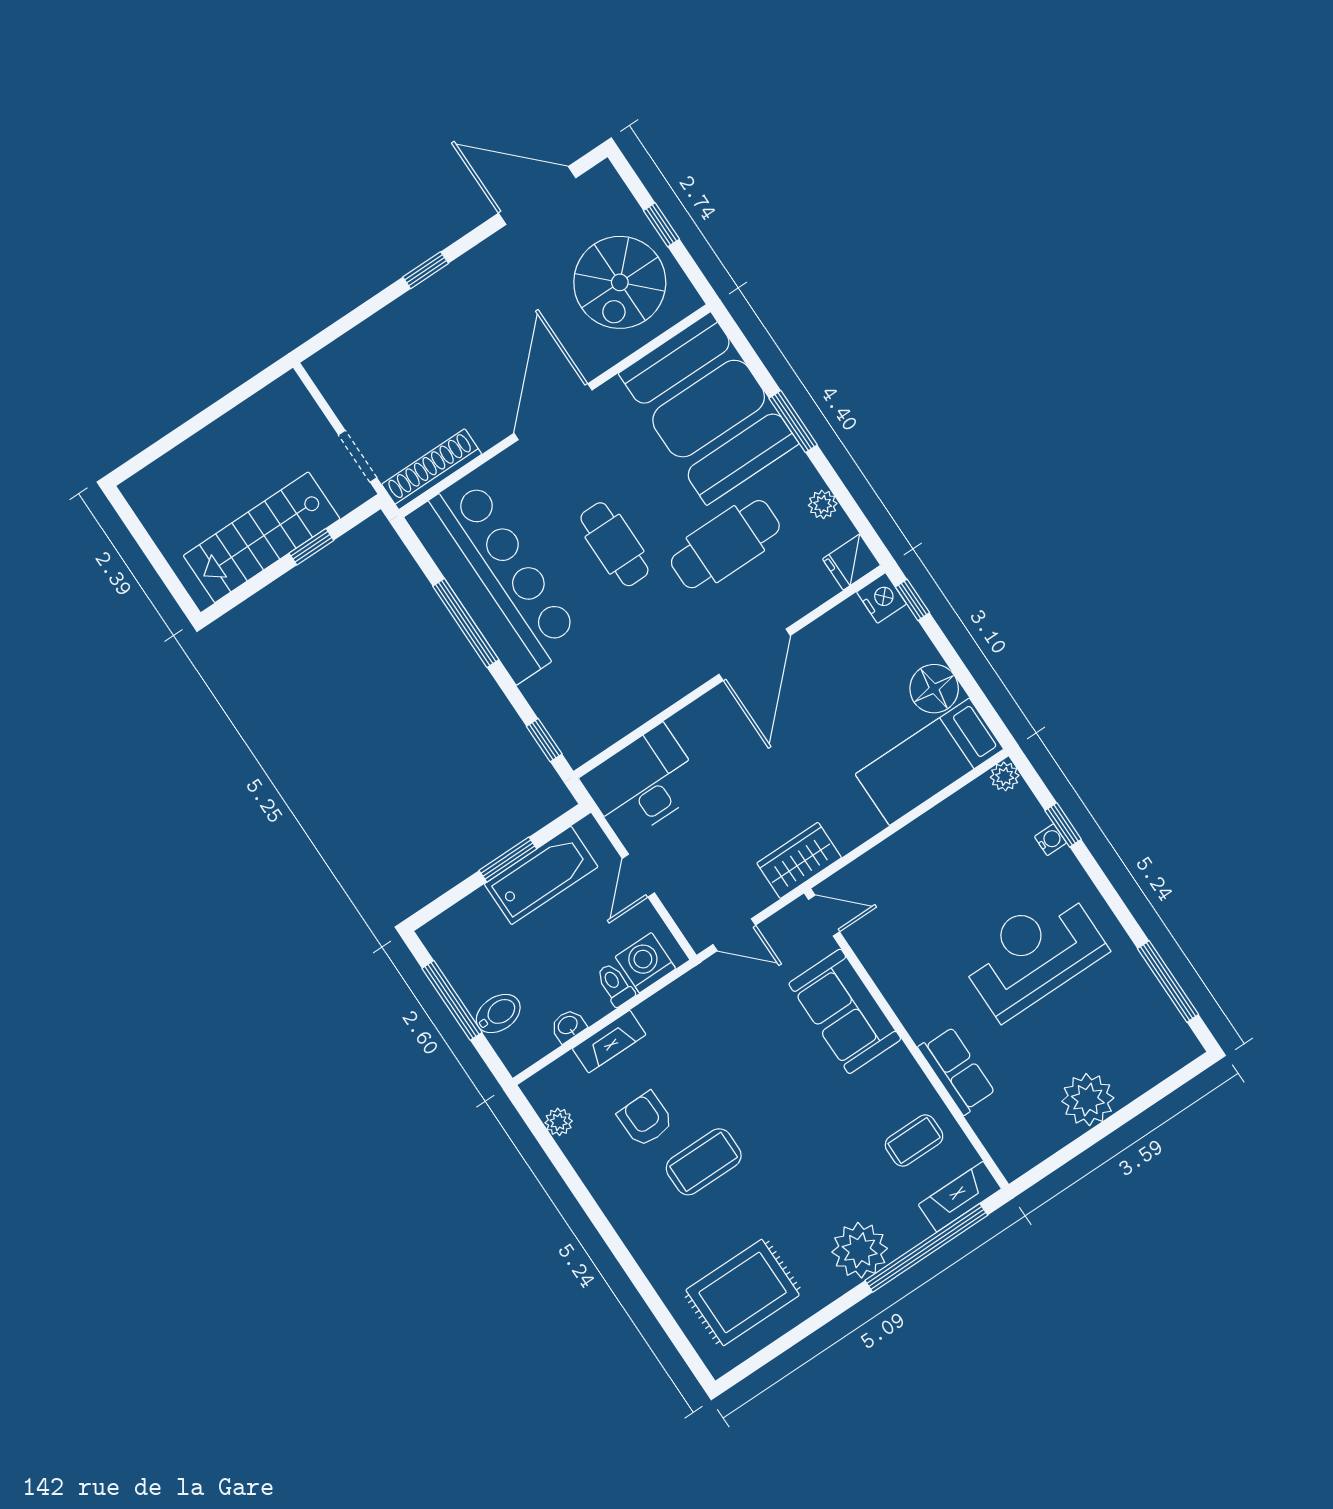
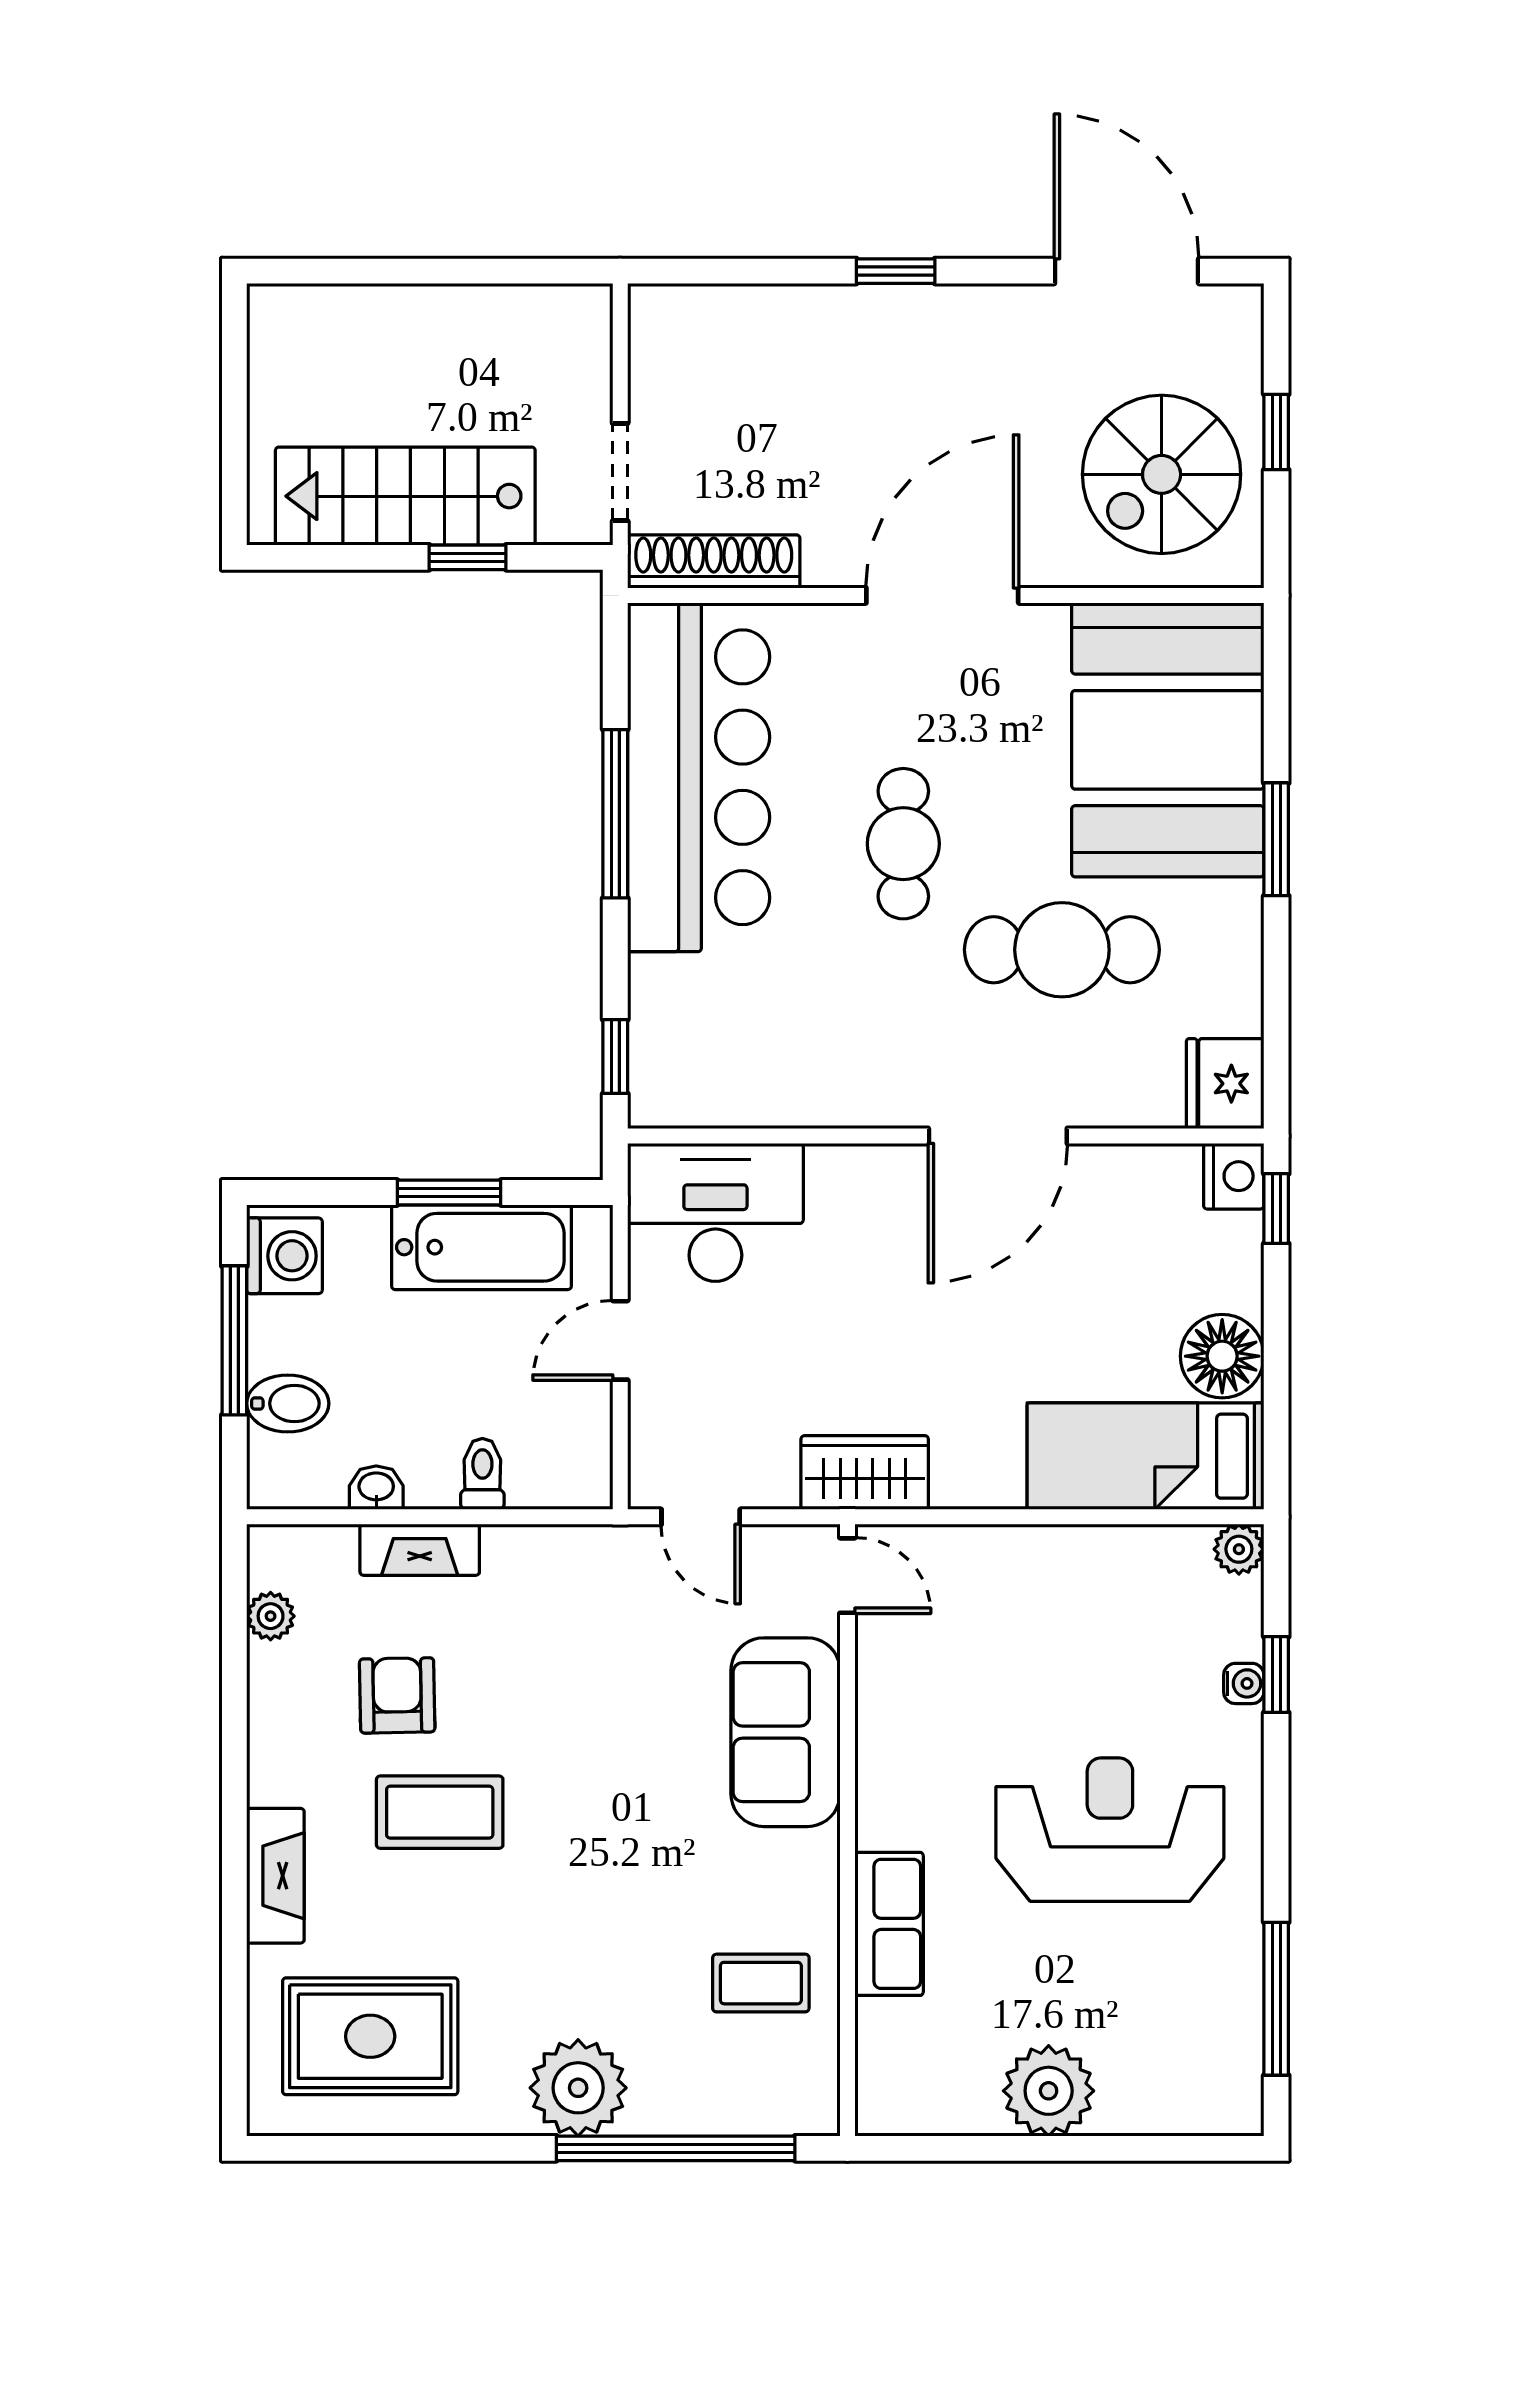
plant: (823, 504) -> (1239, 986), removed
fridge: (851, 562) -> (1225, 1084), width x1.38
washing machine: (645, 963) -> (284, 1256), moved, turned 90
fireplace: (960, 1197) -> (275, 1876), moved, turned 90

